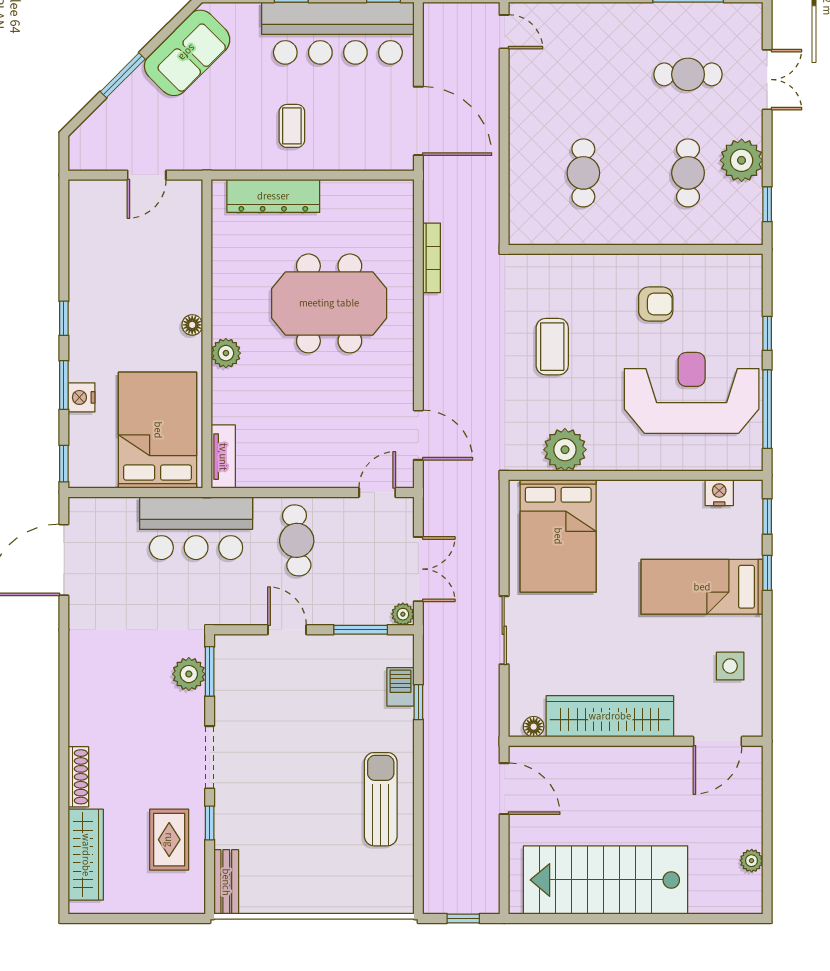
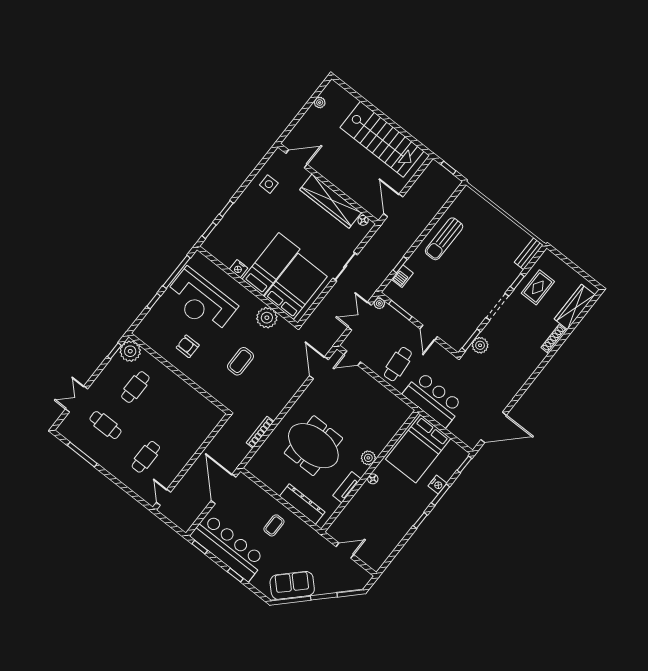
plant: (742, 160) -> (130, 351), moved
cafe table: (583, 173) -> (146, 457), moved
tv unit: (223, 457) -> (347, 487), moved
nightstand: (719, 493) -> (239, 269), moved
bed: (702, 587) -> (271, 264), moved, turned -90

